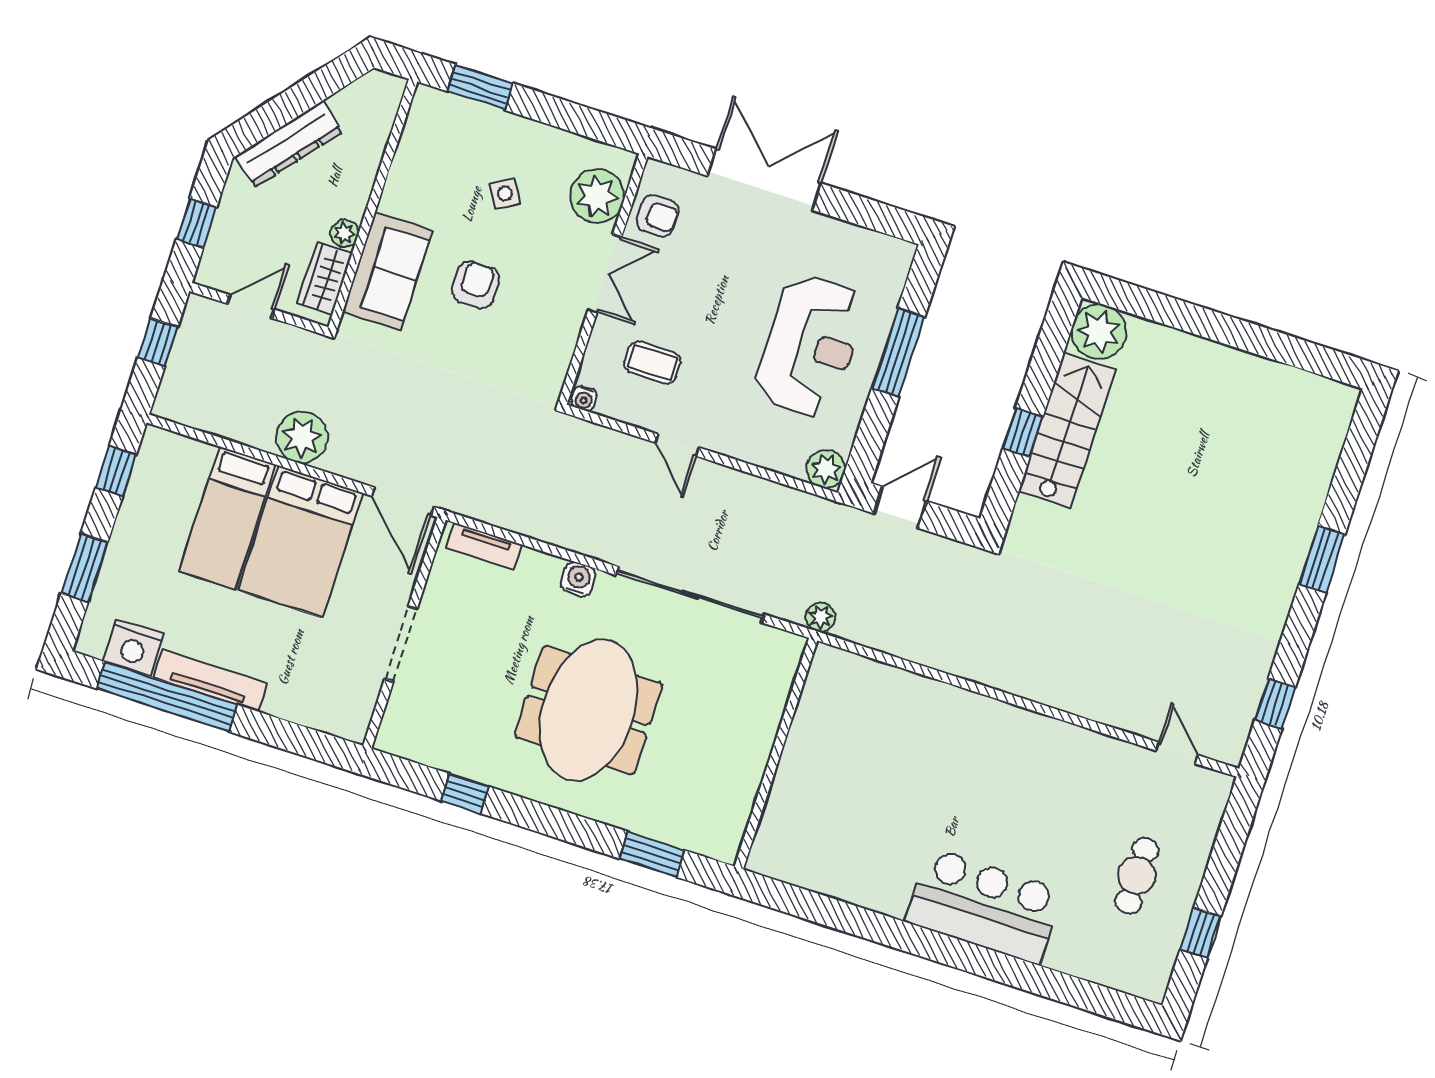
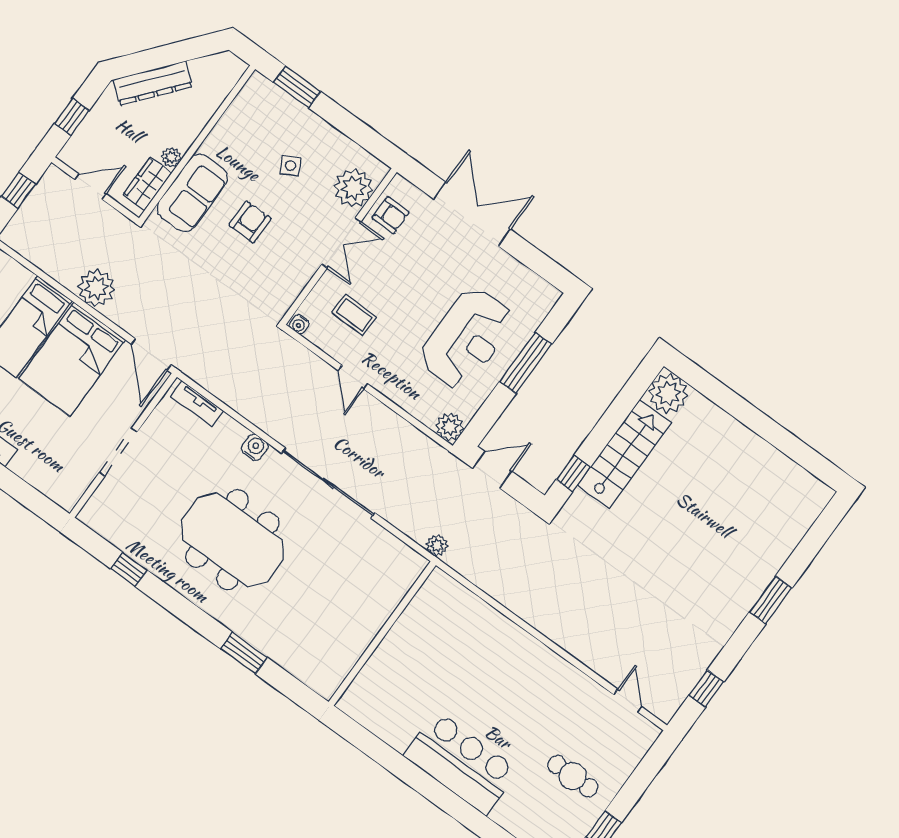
window: (1023, 432) -> (573, 474), moved
plant: (821, 617) -> (437, 545), moved
meeting table: (589, 710) -> (233, 540), turned 90
wall: (776, 754) -> (382, 634), moved
cafe table: (1137, 876) -> (573, 776), turned 90

